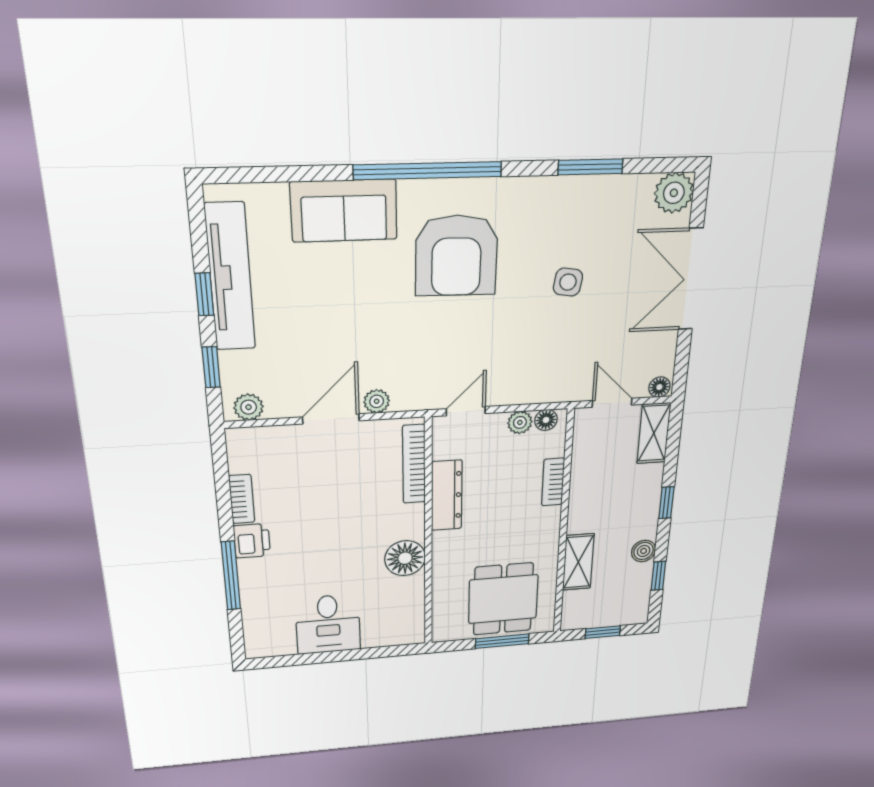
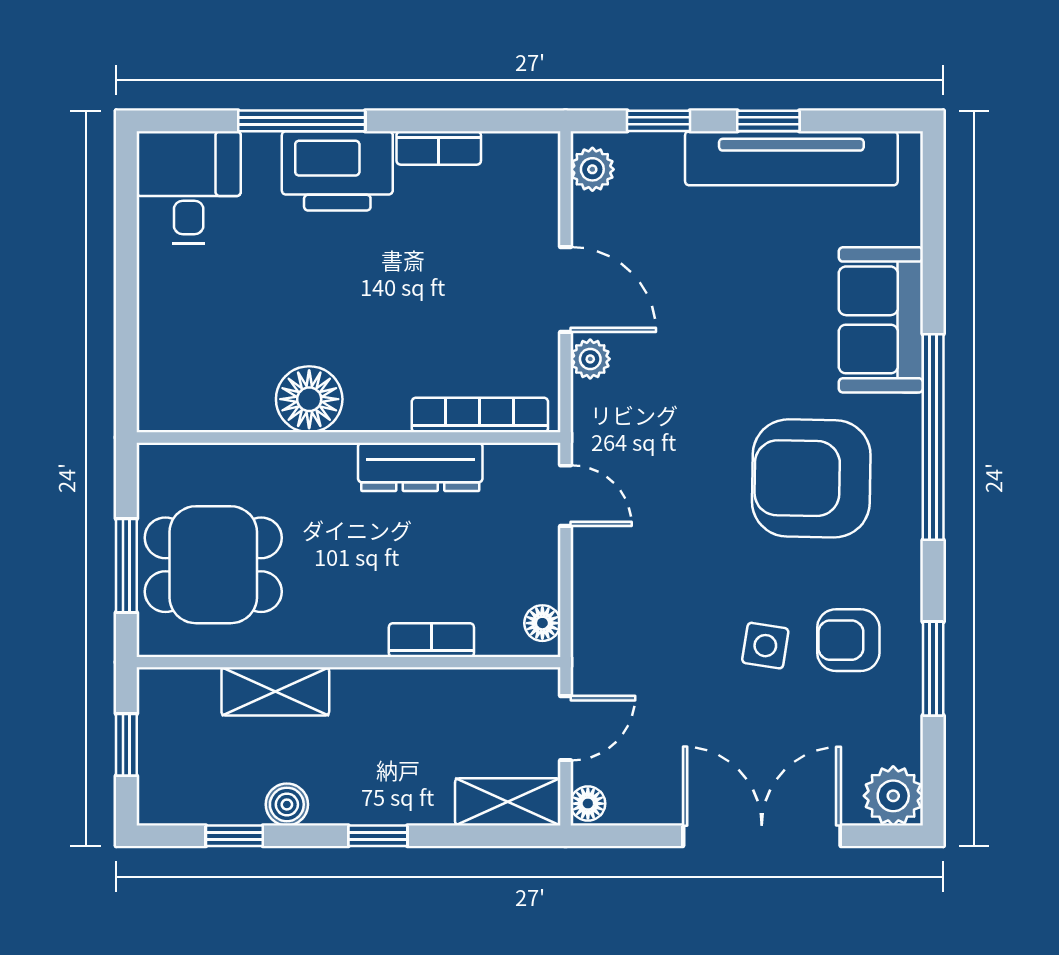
armchair: (567, 227) -> (848, 640), added
plant: (520, 422) -> (541, 581), removed
printer: (252, 541) -> (337, 171), width x1.87, depth x1.48
desk: (328, 624) -> (189, 187), moved, turned 90

